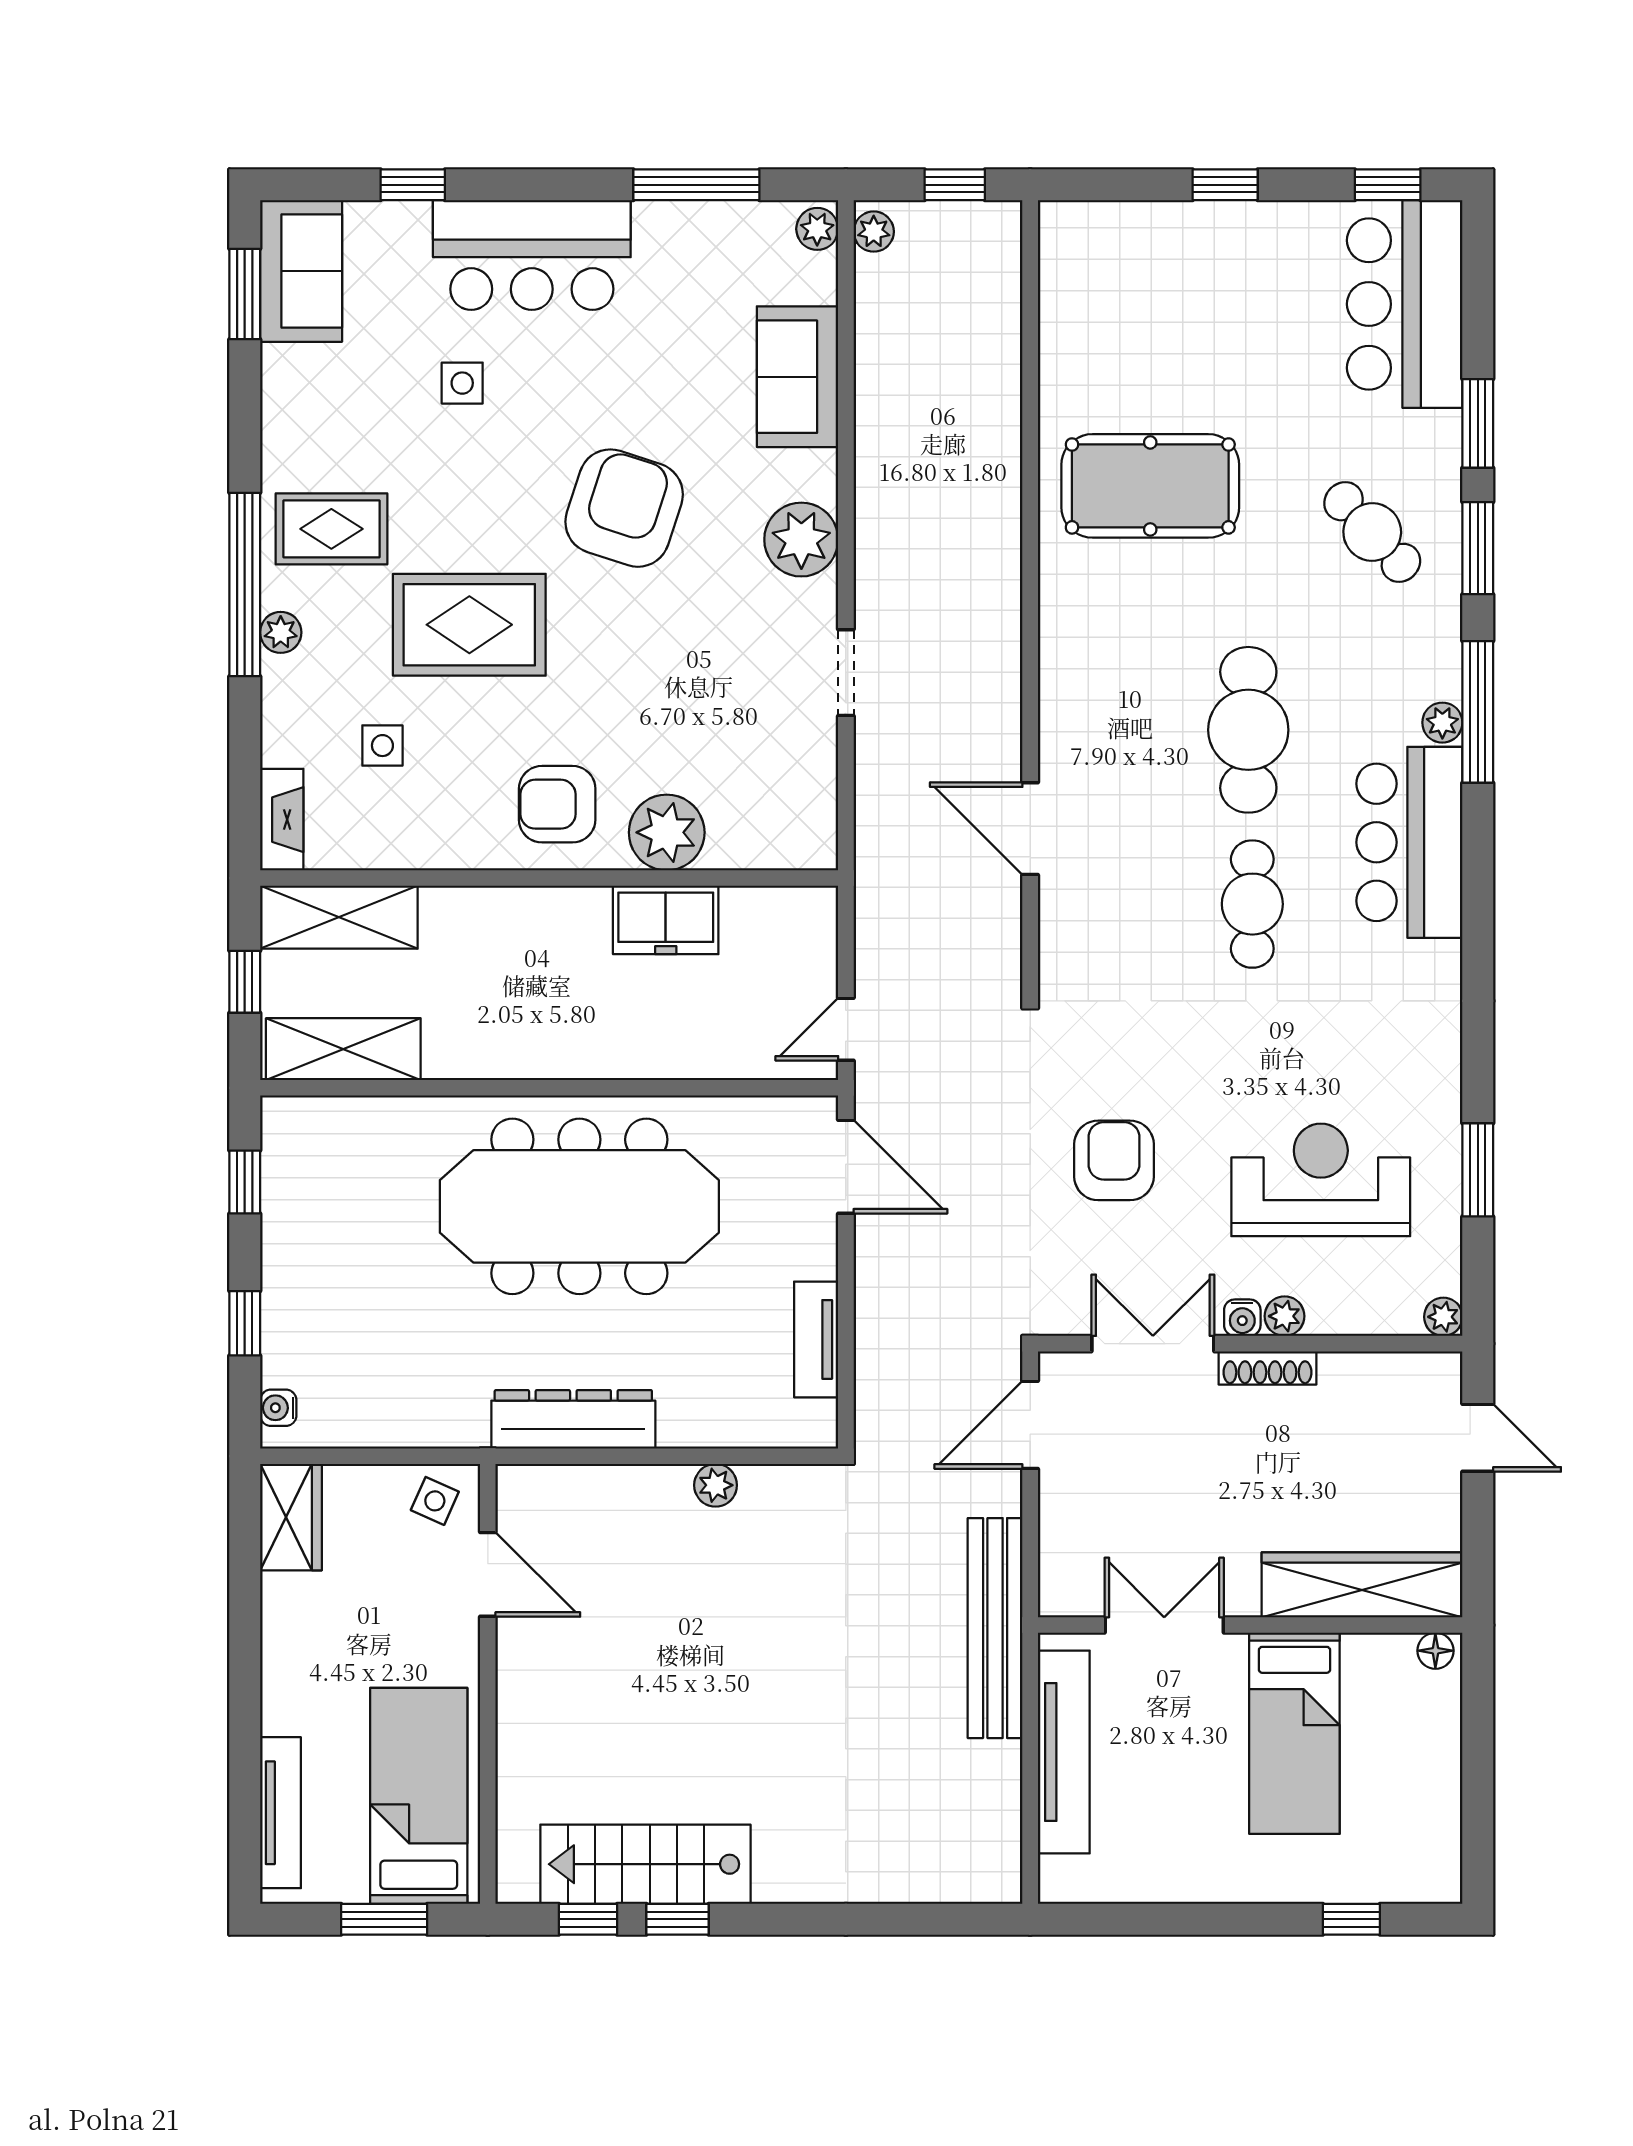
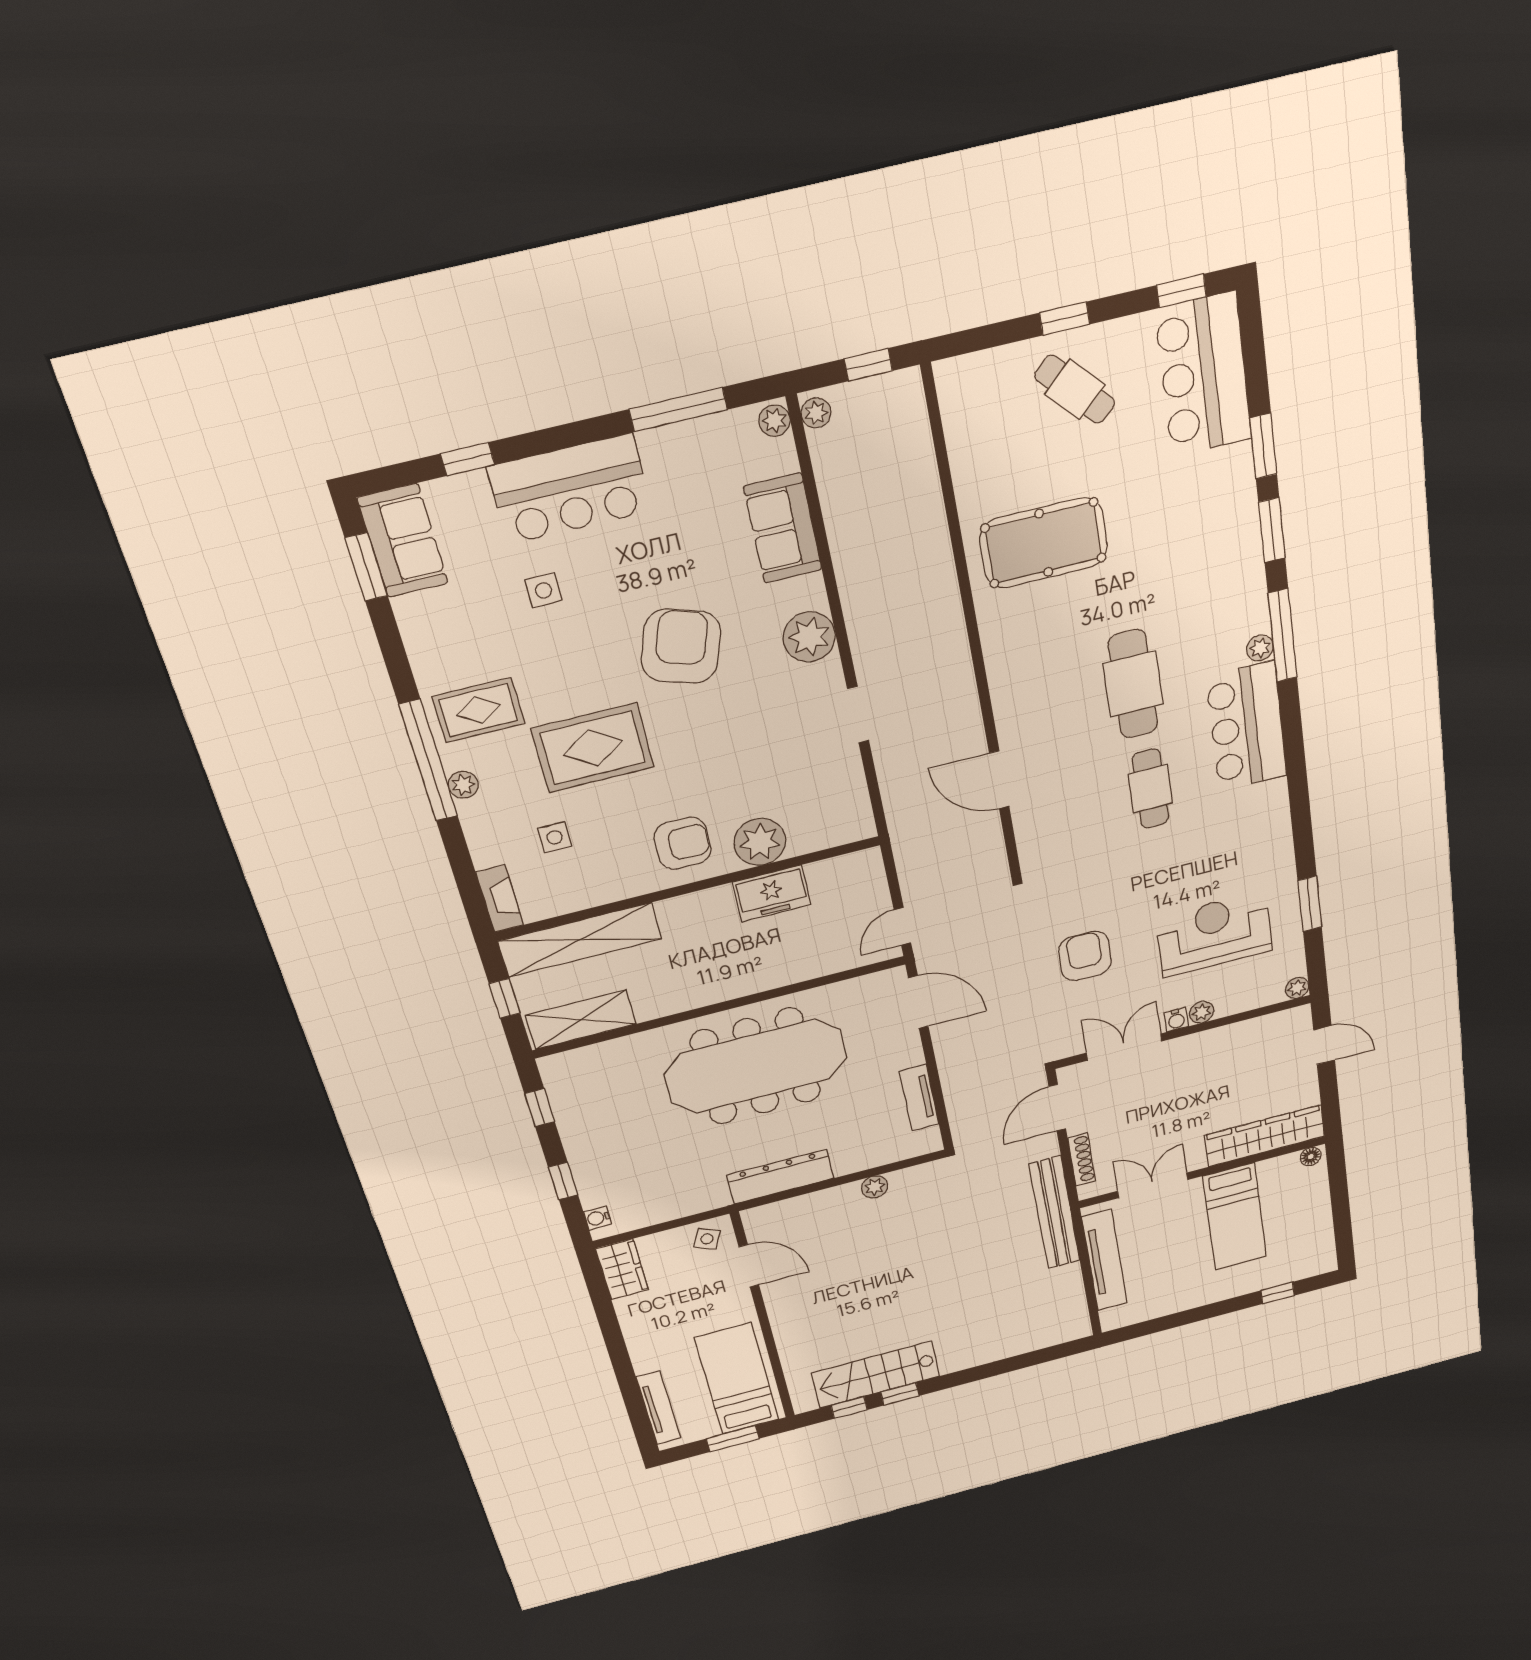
cafe table: (1372, 532) -> (1075, 389), moved
armchair: (557, 804) -> (683, 843), turned 180
shelving: (339, 917) -> (580, 940), width x1.47
shoe rack: (1267, 1368) -> (1081, 1159), moved, turned -90

